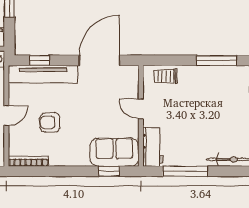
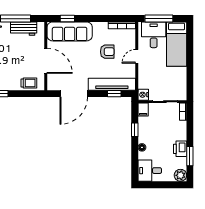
door: (141, 109) -> (46, 61), width x1.87
workbench: (153, 147) -> (24, 29), moved, turned -90
sofa: (114, 152) -> (70, 31), width x1.36

